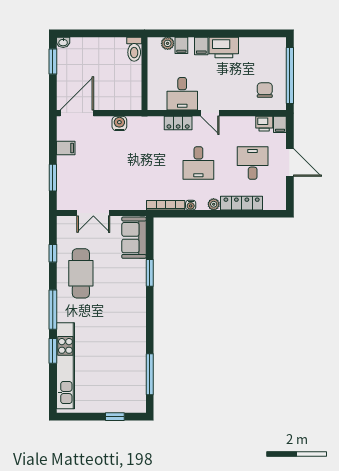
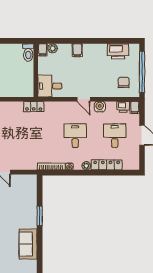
filing cabinet: (181, 45) -> (43, 50), moved
printer: (224, 47) -> (118, 51), moved
desk: (182, 94) -> (50, 86), moved, turned 90
water cooler: (119, 123) -> (100, 107), moved
locker: (178, 123) -> (34, 106), moved
desk: (198, 163) -> (75, 136), turned 180
sofa: (134, 238) -> (28, 244), moved

